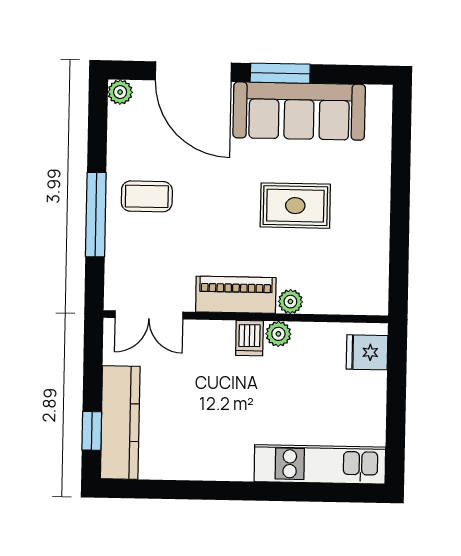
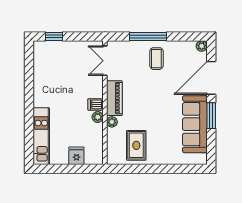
rug: (295, 206) -> (136, 145), moved
fridge: (367, 352) -> (76, 156), moved
kitchen counter: (120, 422) -> (58, 49), removed

